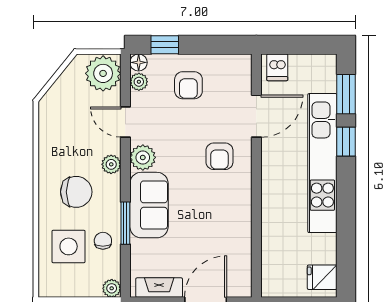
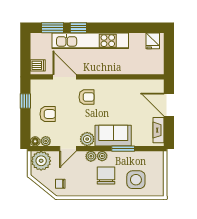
window: (165, 45) -> (25, 101), moved
chair: (103, 241) -> (60, 184), moved
plant: (112, 288) -> (102, 156), moved

